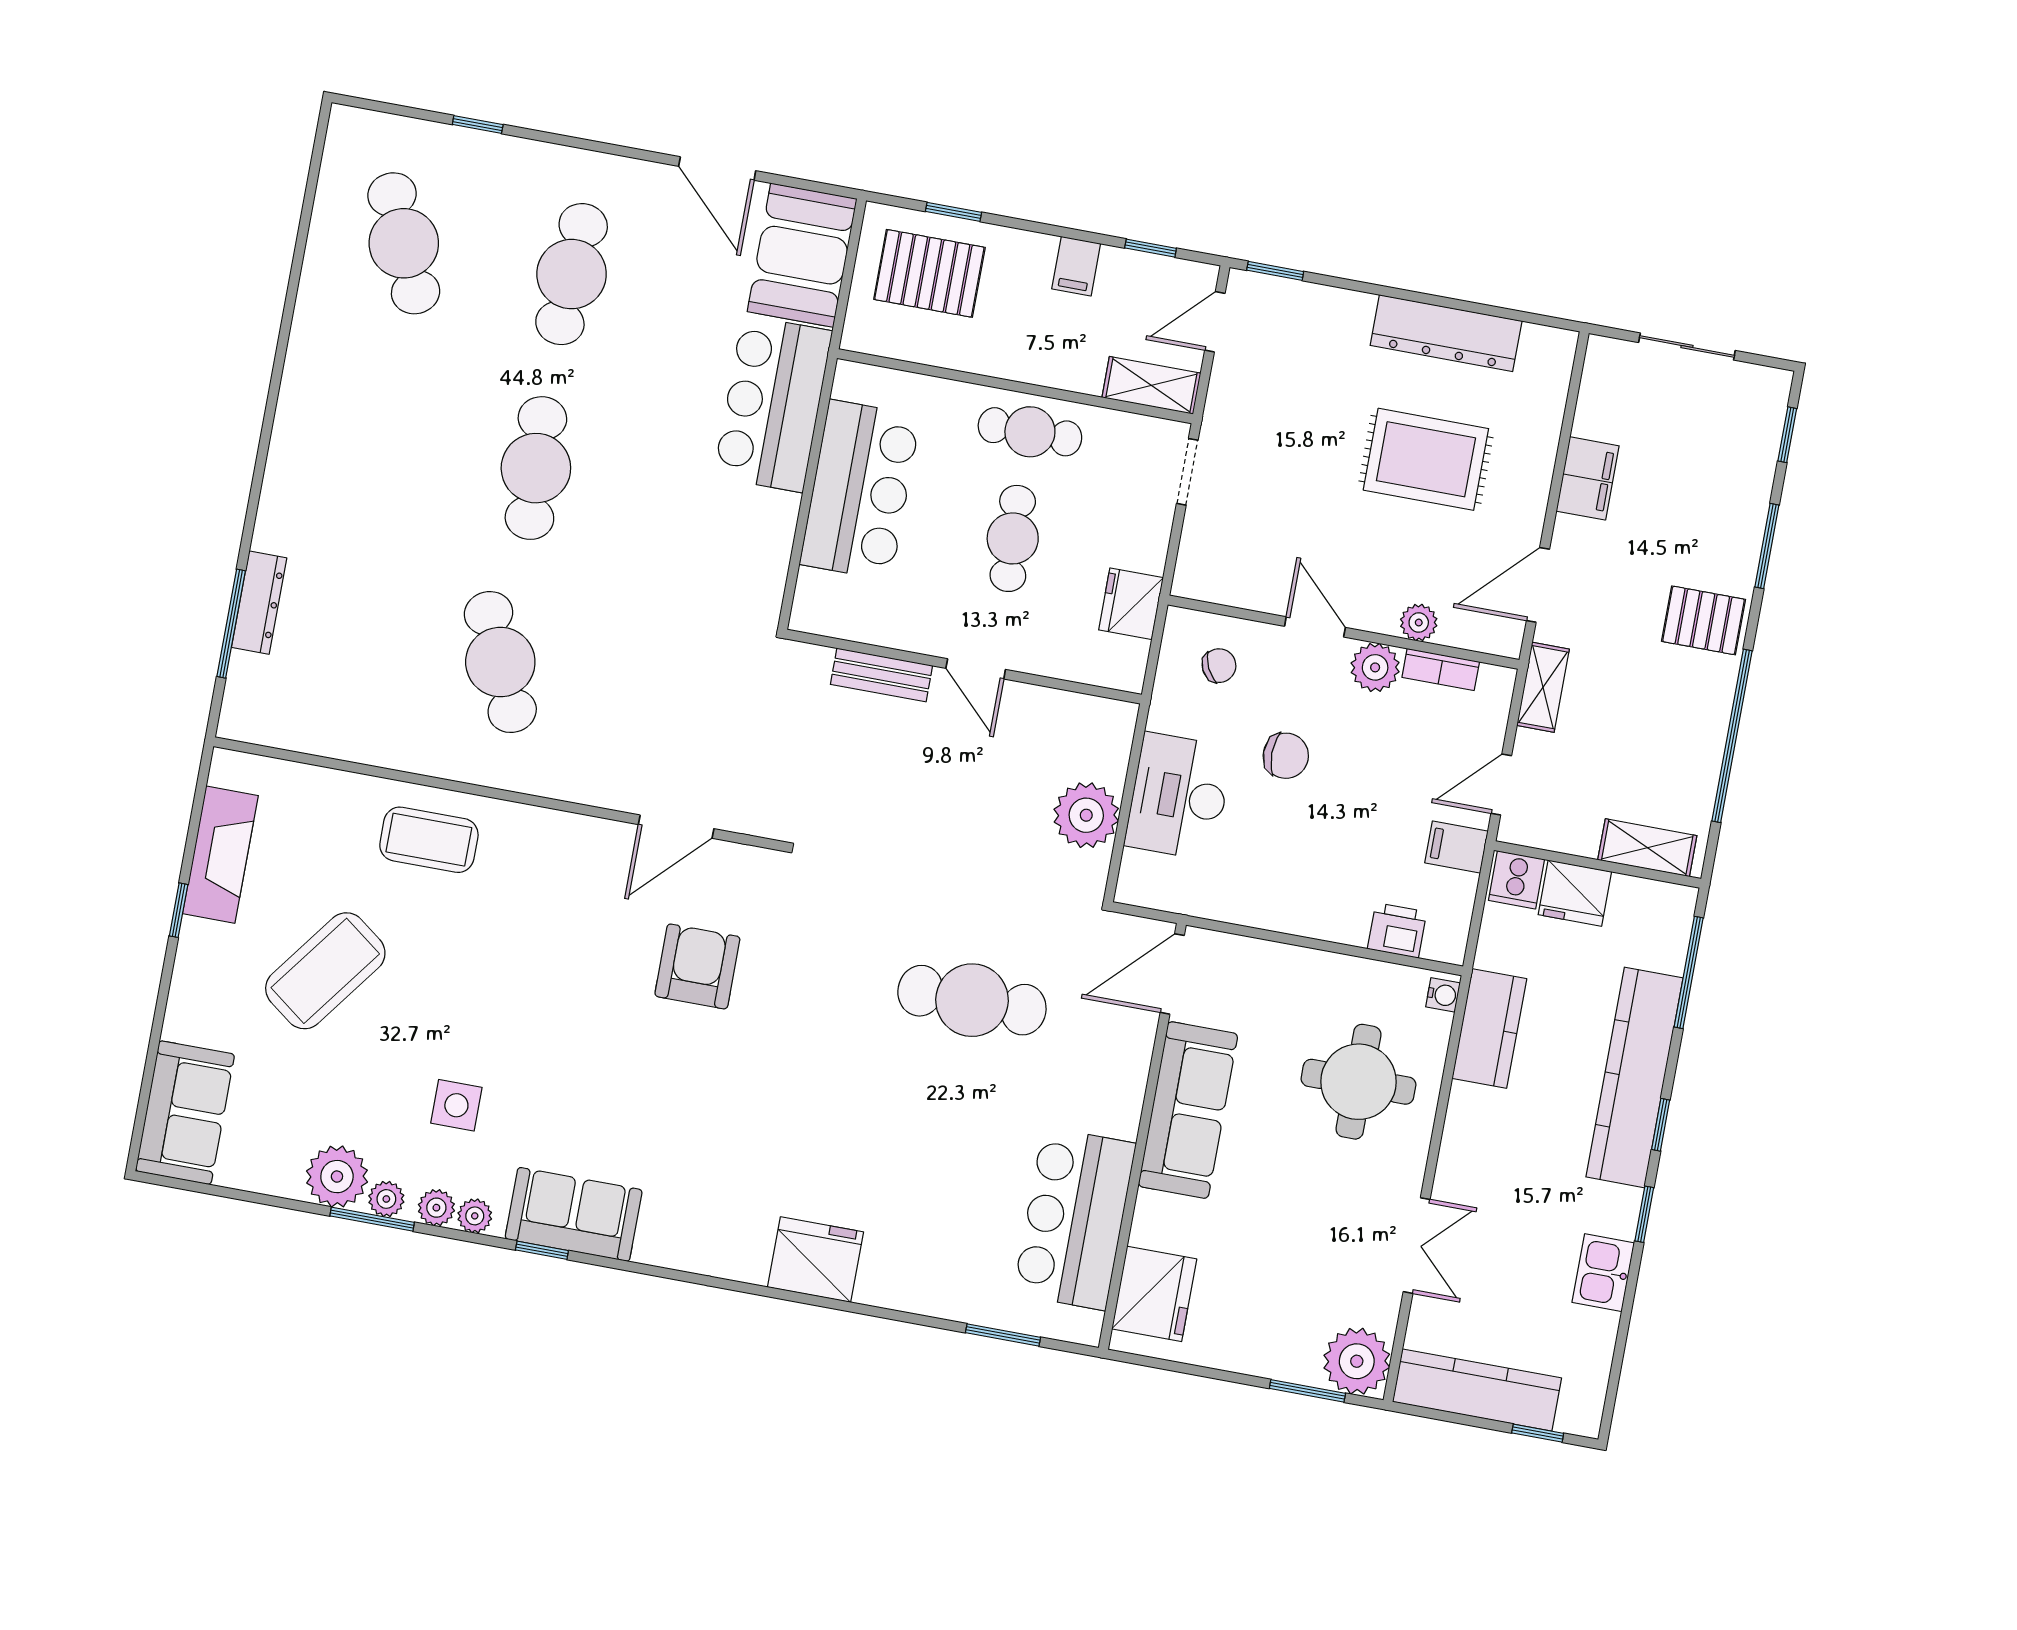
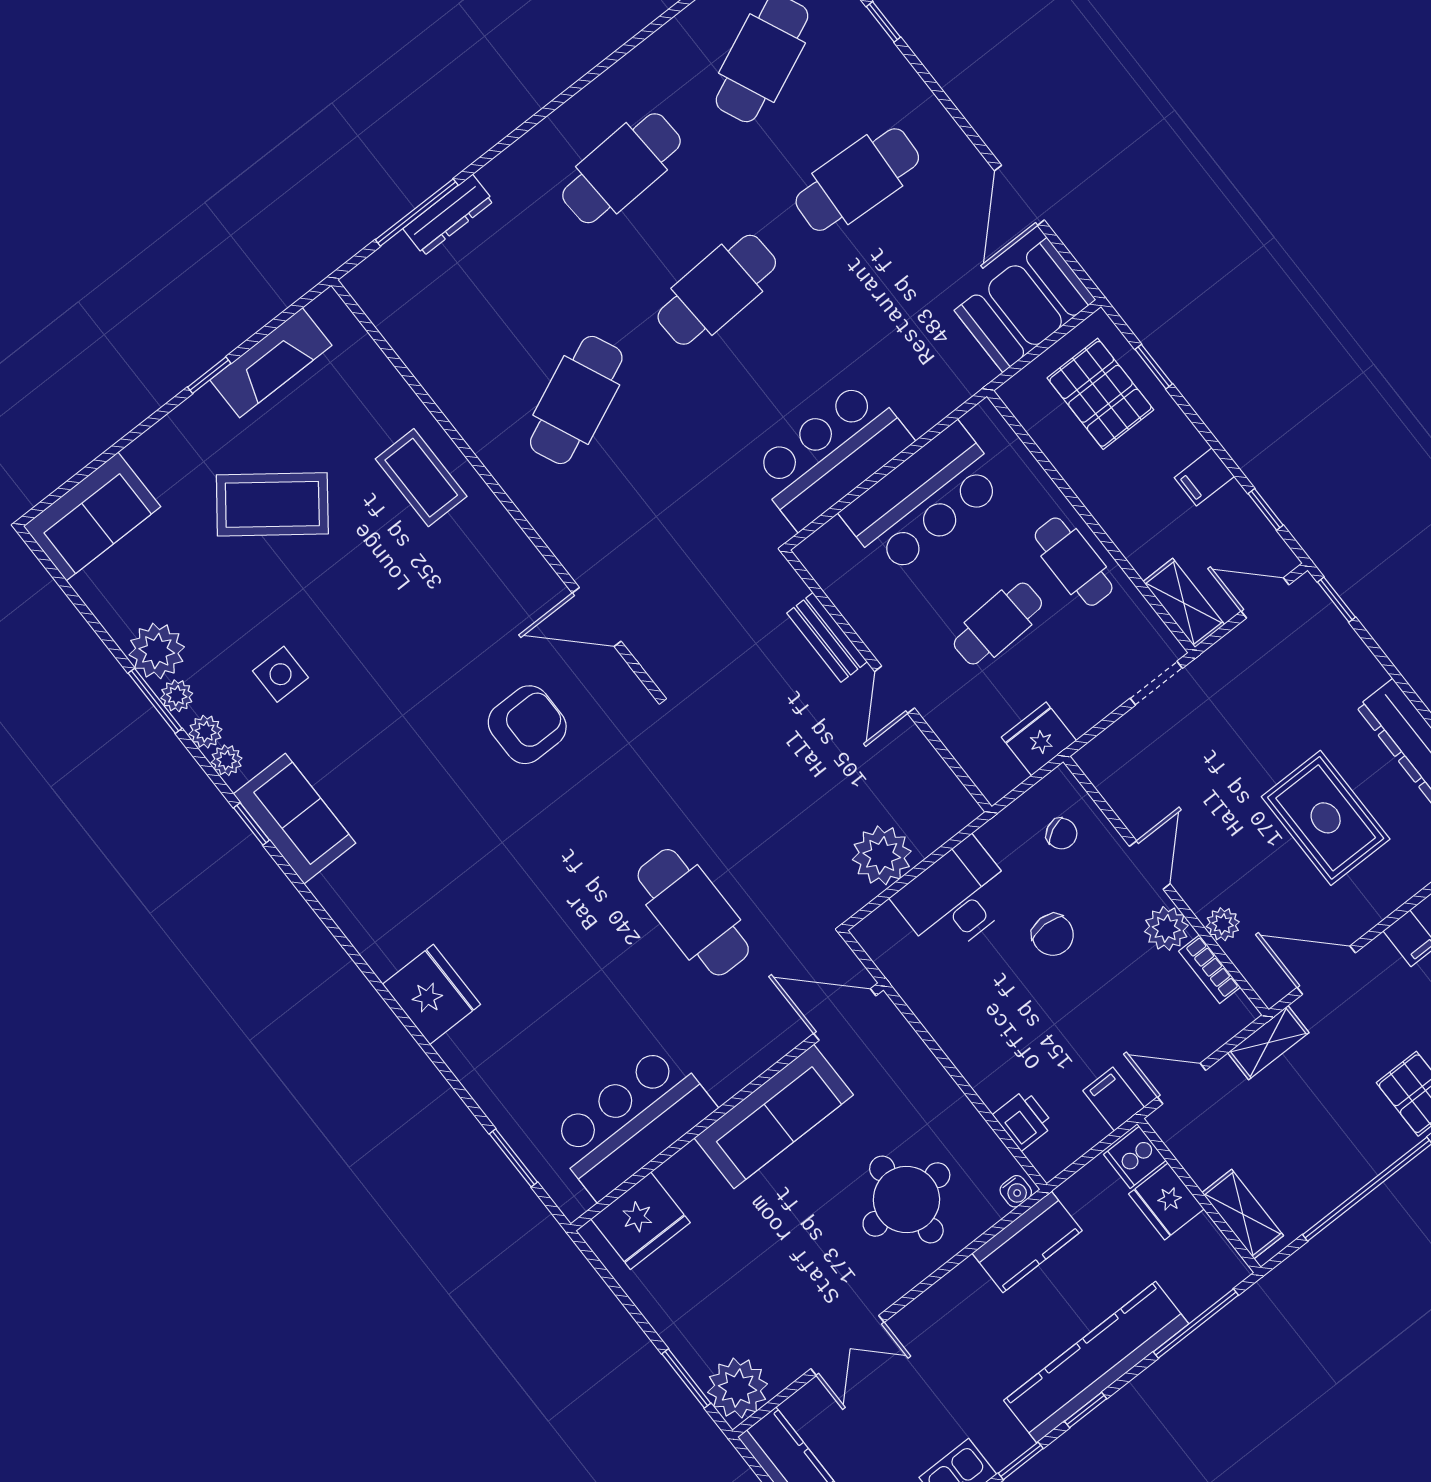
bar counter: (773, 404) -> (831, 455), moved
cafe table: (368, 437) -> (621, 168), added

